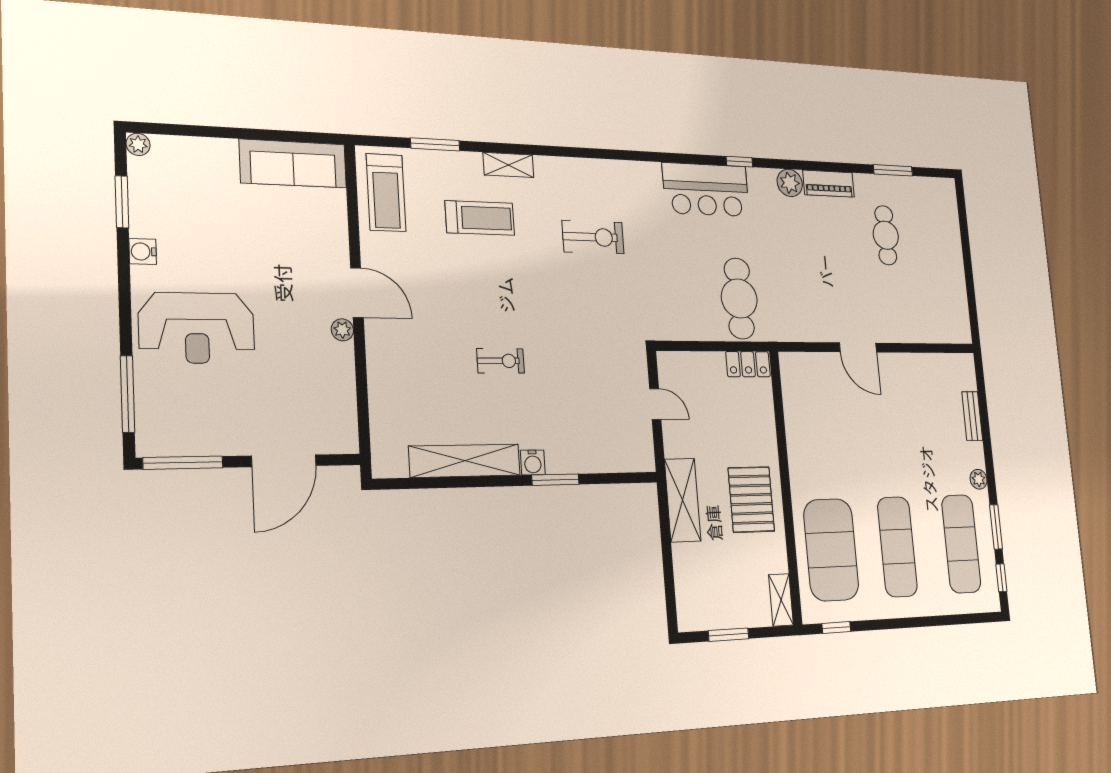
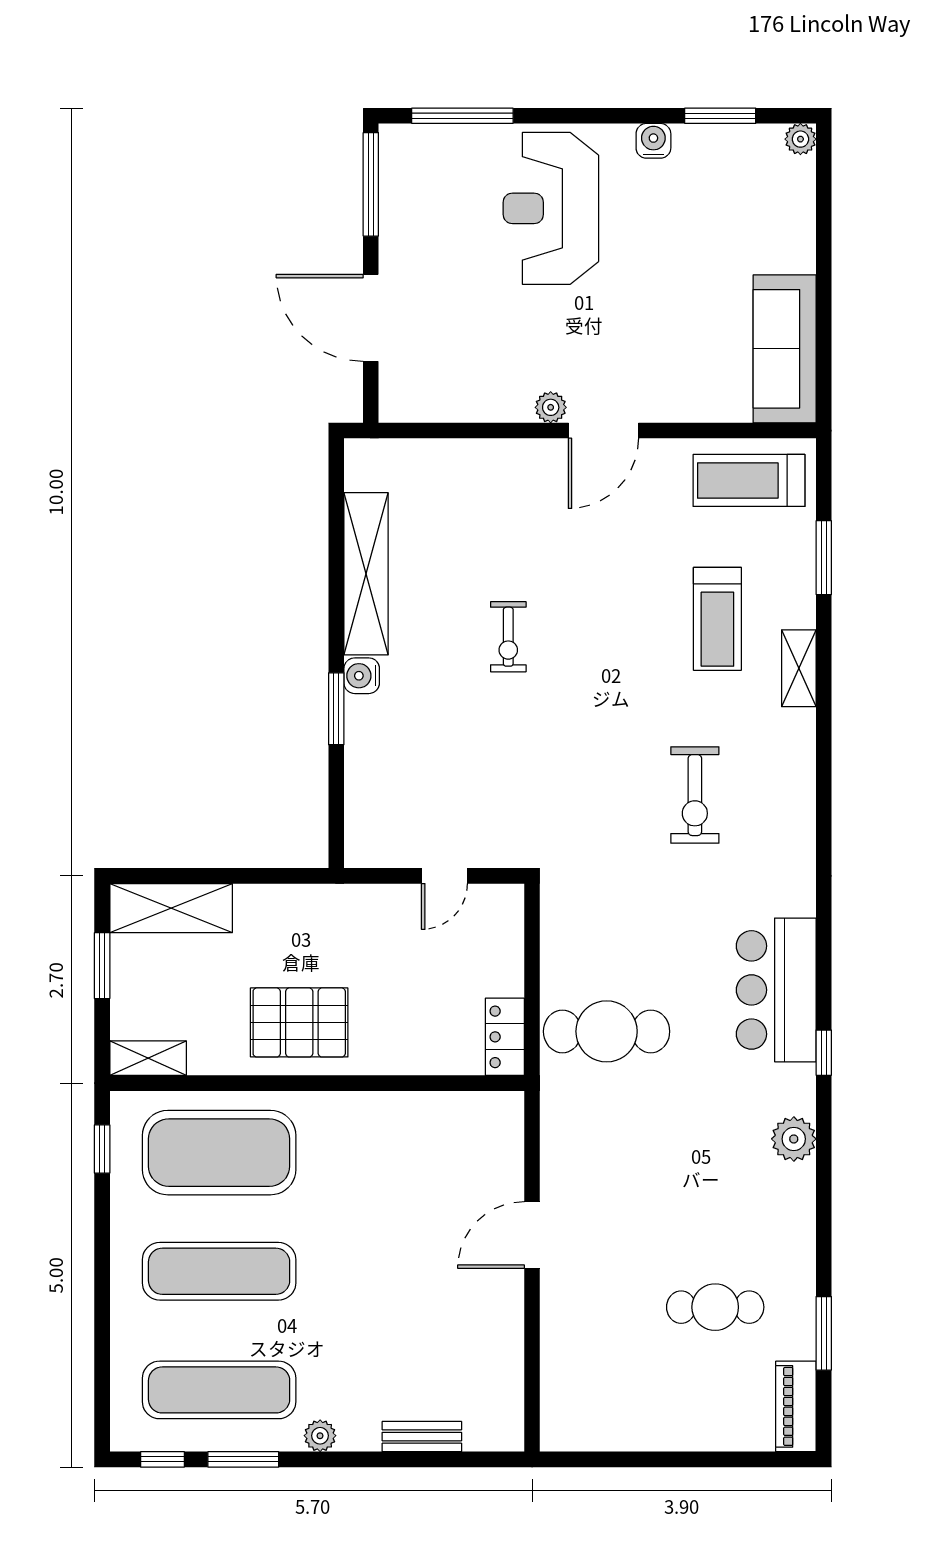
piano: (829, 184) -> (796, 1406), moved
shelving: (683, 500) -> (171, 908), moved

